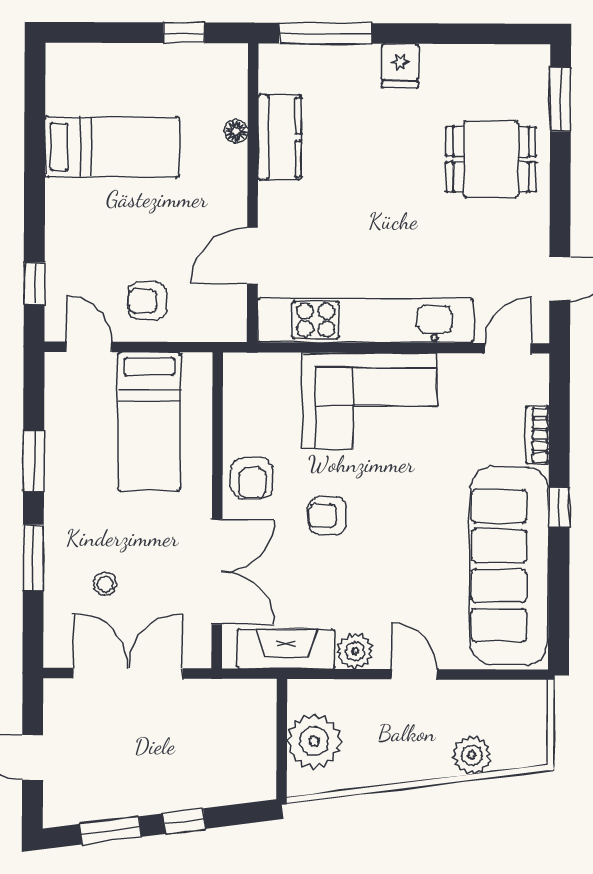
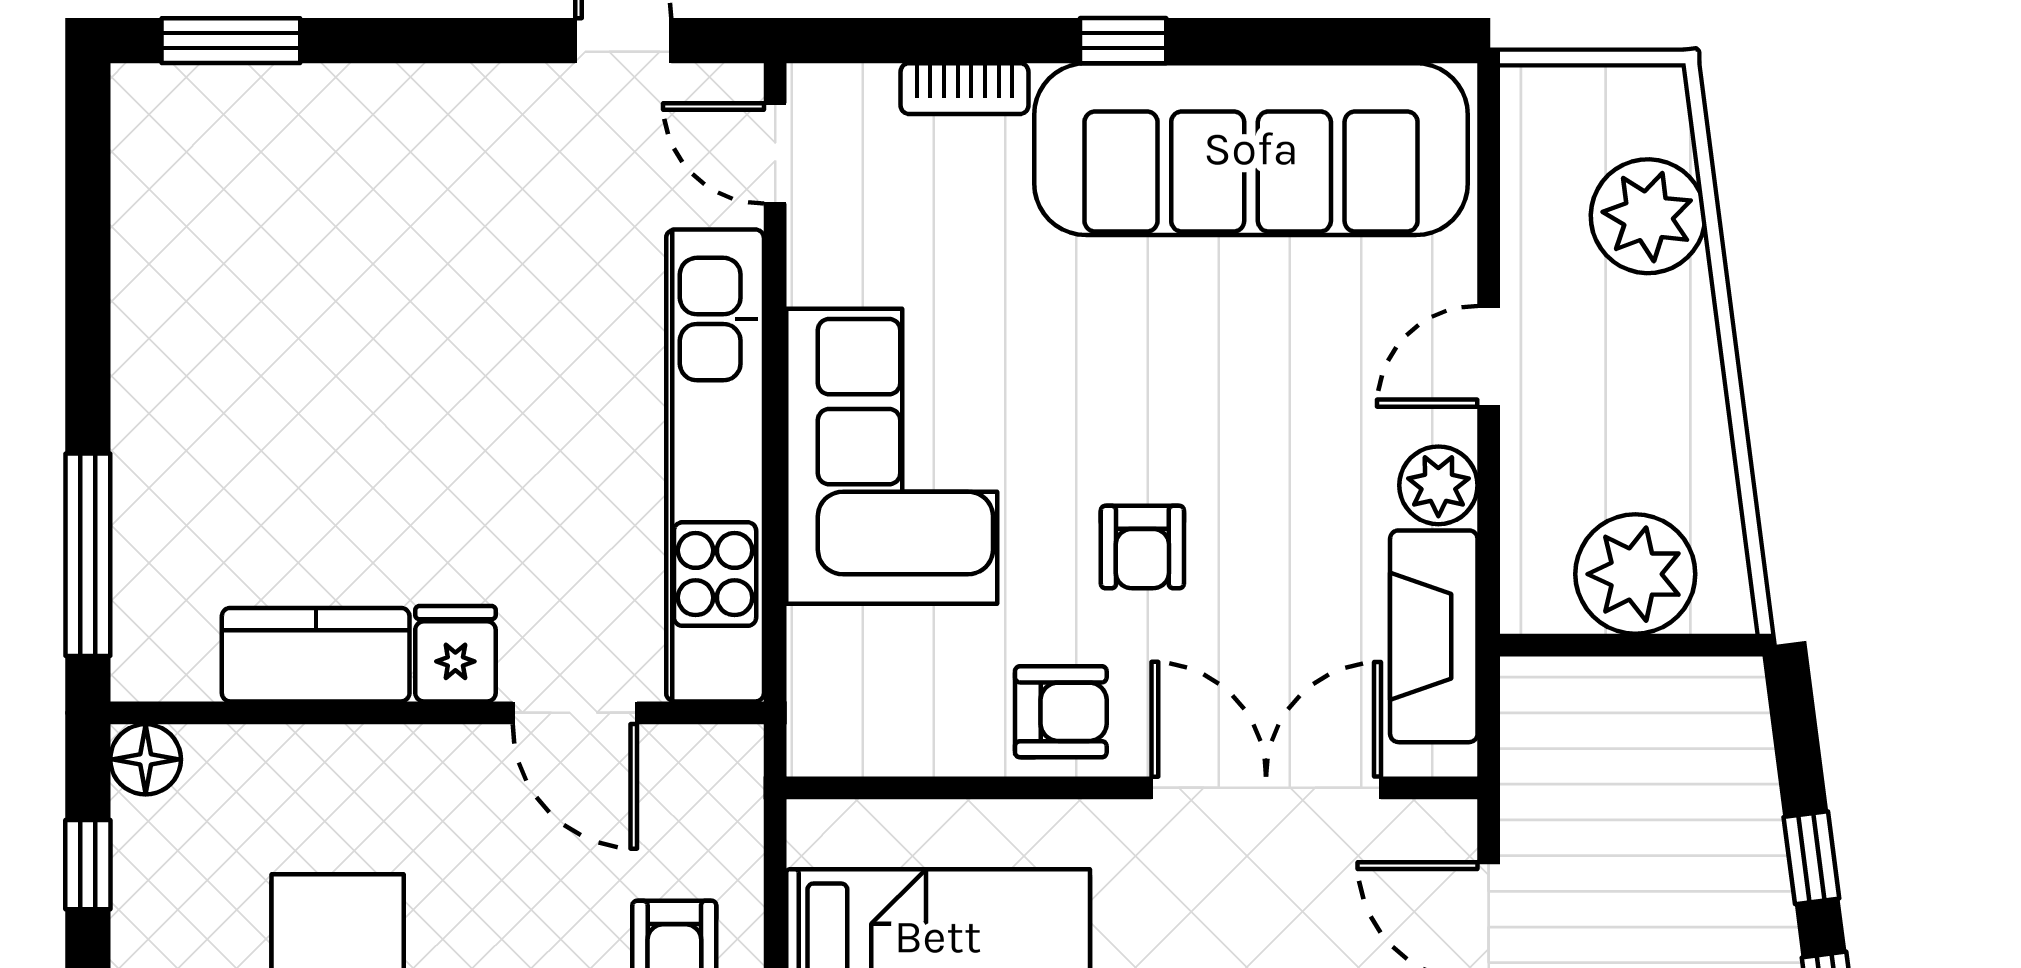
fridge: (400, 66) -> (455, 654), moved, turned -90
floor lamp: (236, 131) -> (146, 759), moved, width x1.37, depth x1.37
dining table: (491, 159) -> (362, 192), removed
plant: (472, 755) -> (1648, 216), width x1.36, depth x1.36

